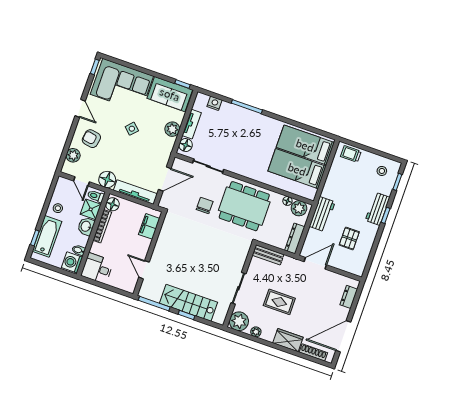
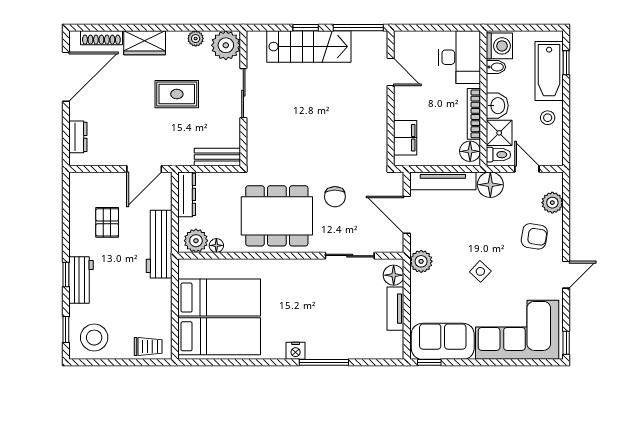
nightstand: (215, 103) -> (296, 351), moved
door: (80, 108) -> (566, 275), swing flipped
plant: (172, 129) -> (421, 261), moved
stool: (382, 171) -> (94, 338), width x1.89, depth x1.89
door: (165, 179) -> (407, 215), hinge flipped
workbench: (322, 214) -> (159, 244), width x1.38
desk: (97, 268) -> (460, 57), width x1.37

